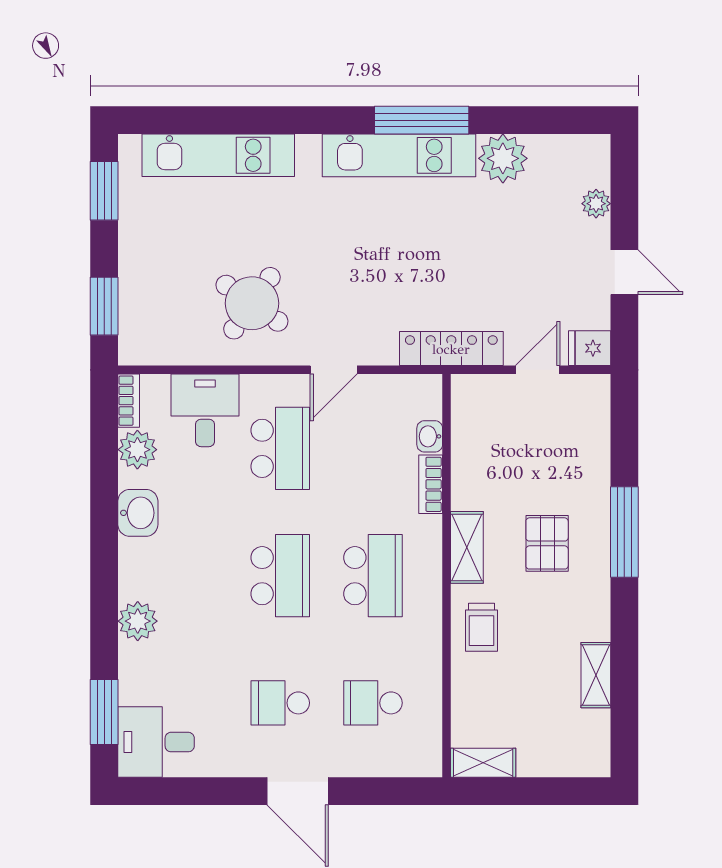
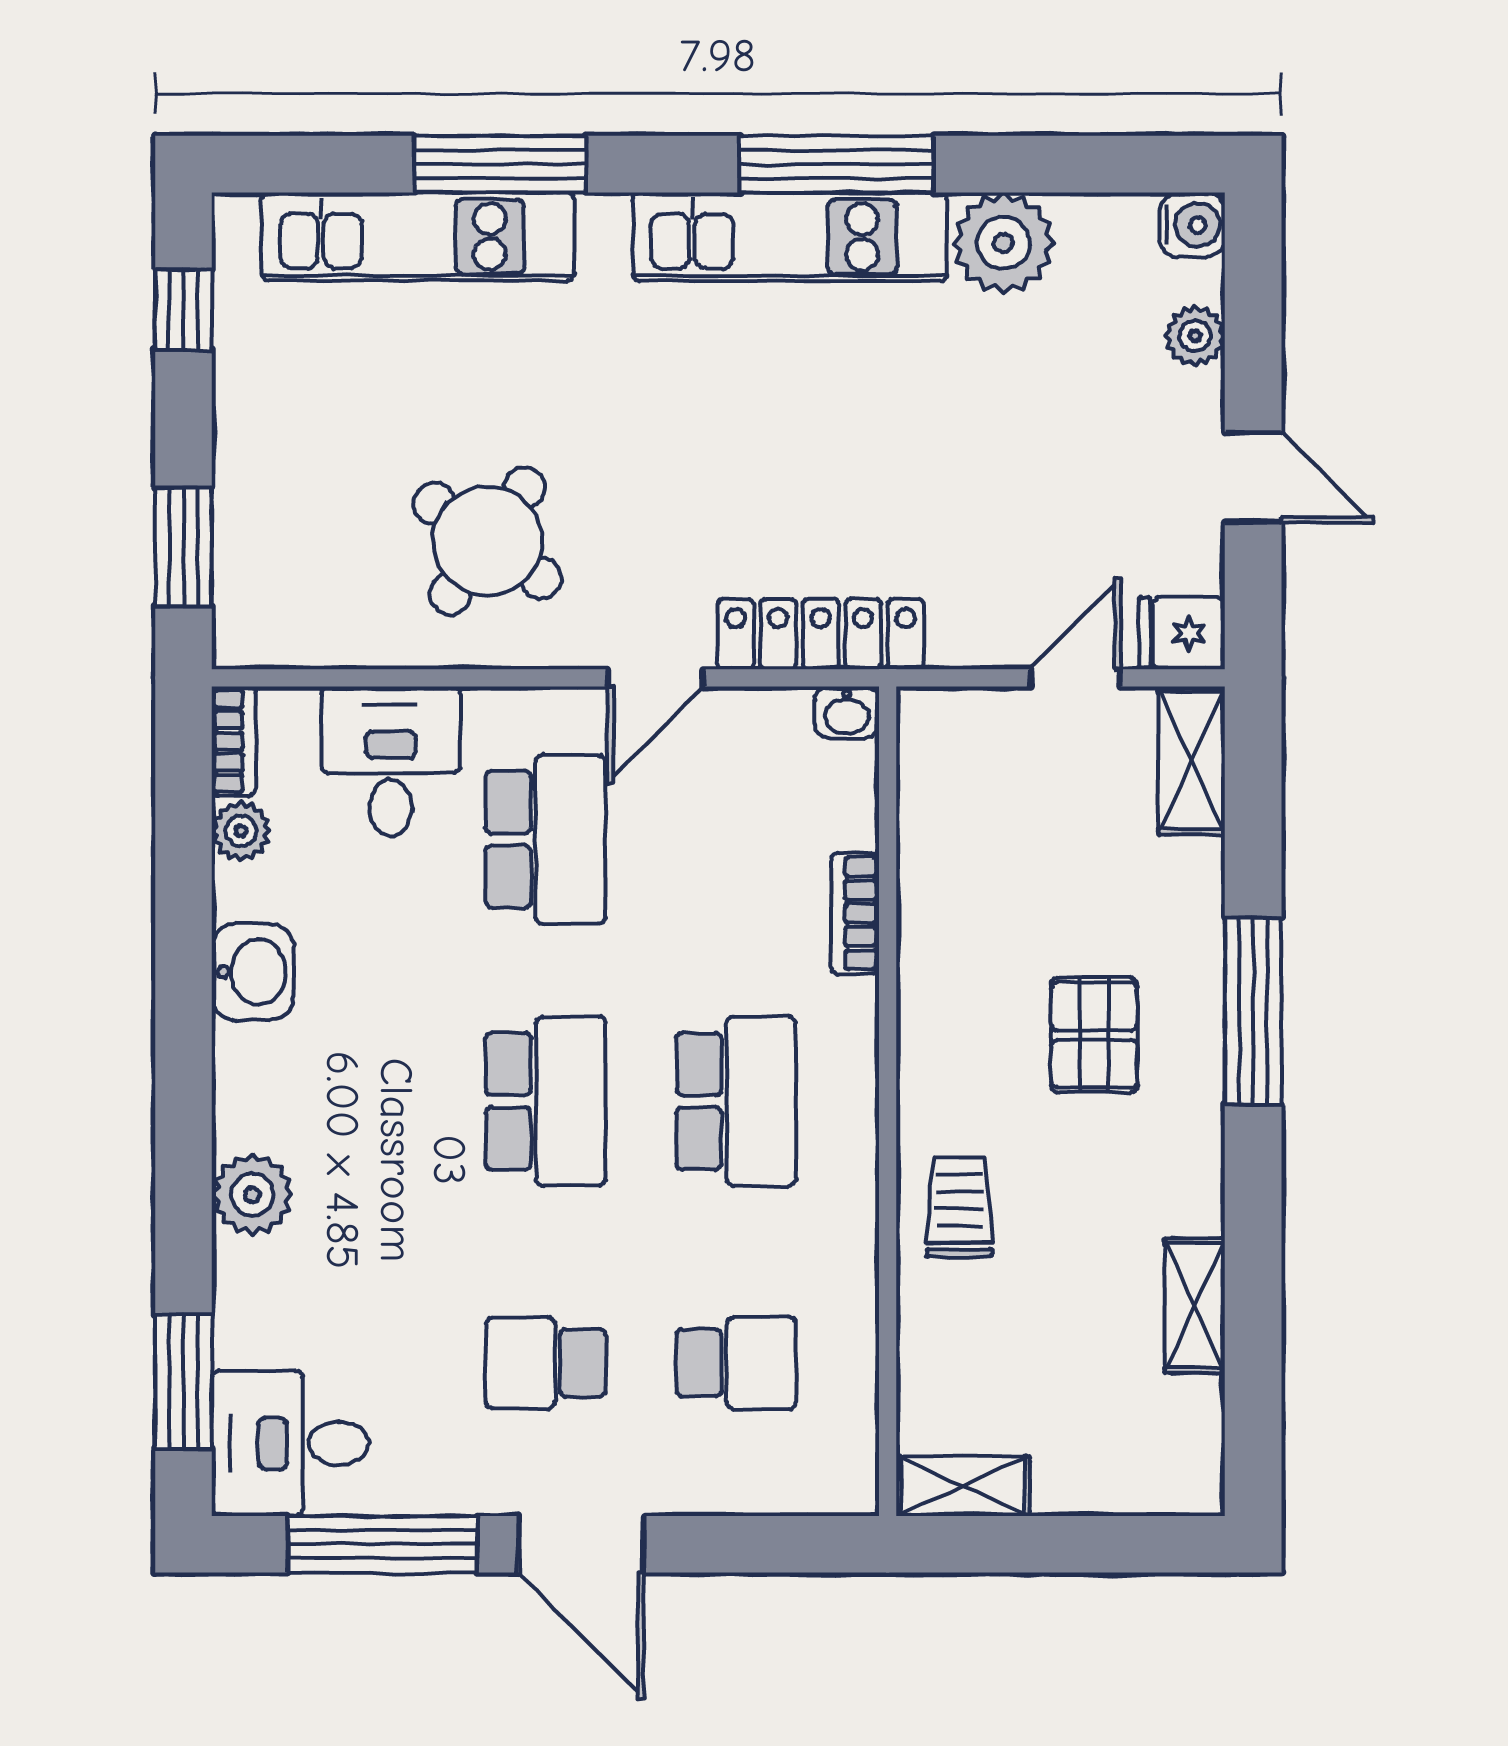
window: (258, 120) -> (500, 164), added
water cooler: (595, 150) -> (1192, 225), added
window: (104, 191) -> (184, 310), width x0.67
locker: (451, 349) -> (821, 634), moved
washbasin: (430, 436) -> (847, 713), moved, turned -90
plant: (137, 450) -> (241, 831), width x0.73, depth x0.73
shelving: (467, 547) -> (1192, 760), moved
trolley: (481, 627) -> (959, 1207), turned 180
school desk: (373, 703) -> (736, 1363), turned 180
window: (201, 791) -> (383, 1544), added

